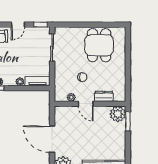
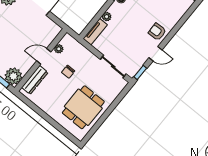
door: (18, 25) -> (156, 54), swing flipped
dining table: (99, 45) -> (83, 107), turned 90
dresser: (104, 96) -> (35, 80), width x1.44

